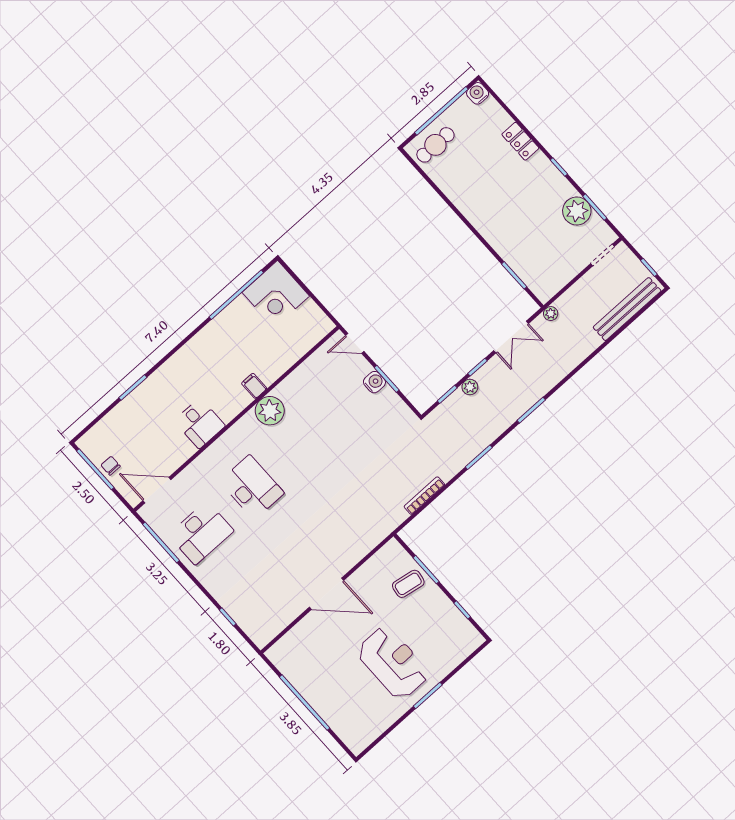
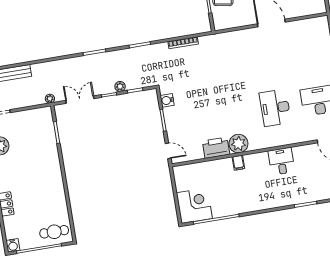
water cooler: (374, 382) -> (167, 100), moved
printer: (295, 387) -> (216, 148), added

